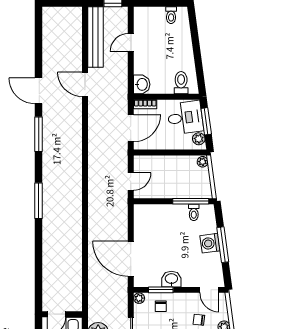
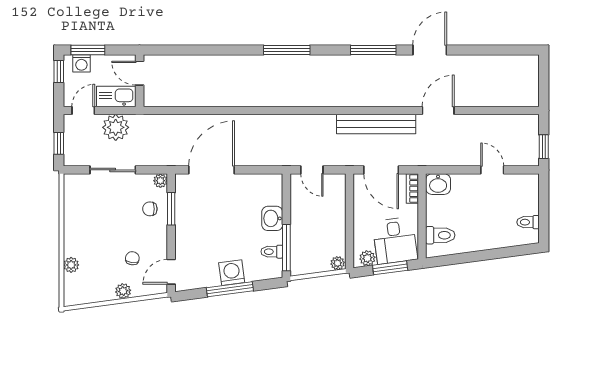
bench: (95, 37) -> (376, 124), moved
washbasin: (171, 279) -> (272, 218), moved, turned 180

